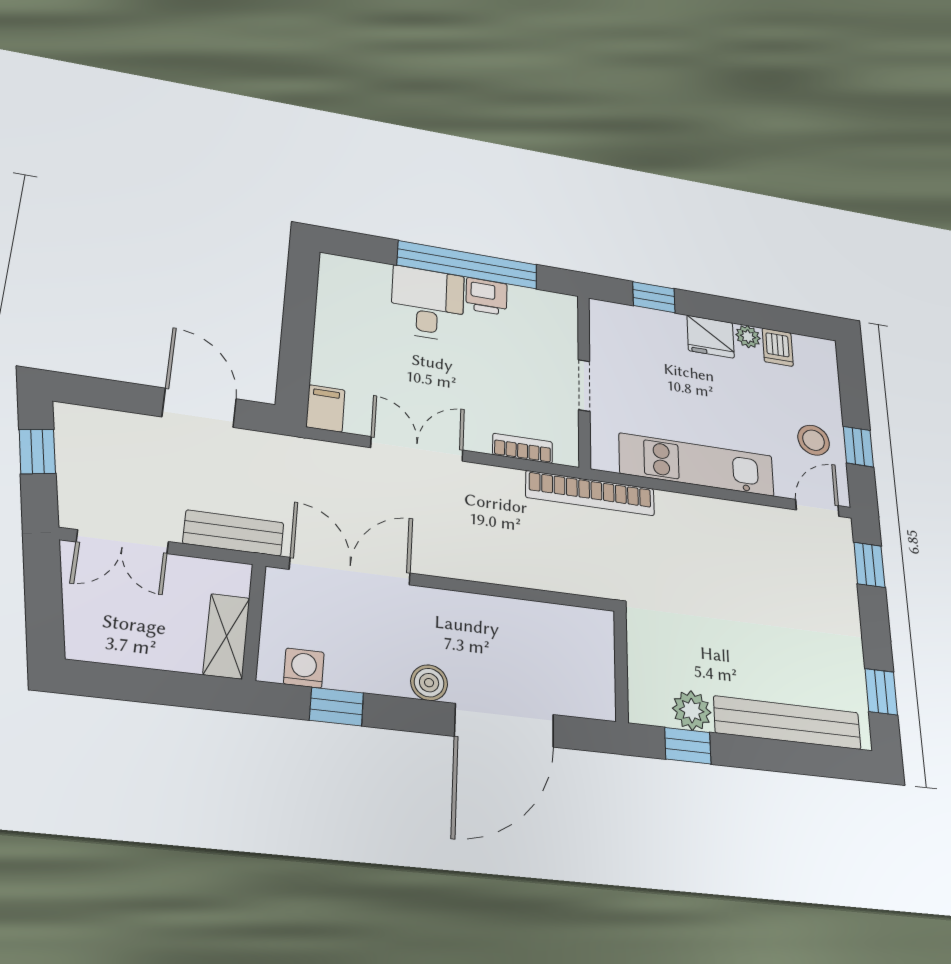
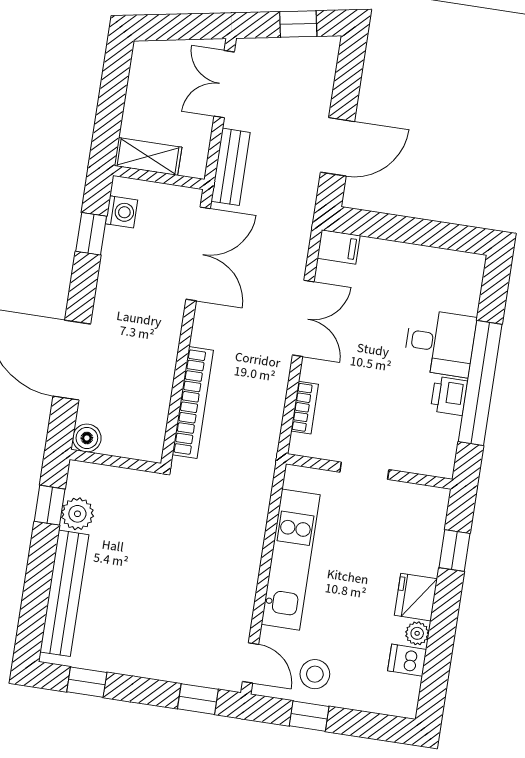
bookcase: (590, 493) -> (193, 403), moved, turned 180
boiler: (429, 683) -> (87, 438), moved

